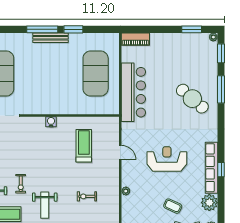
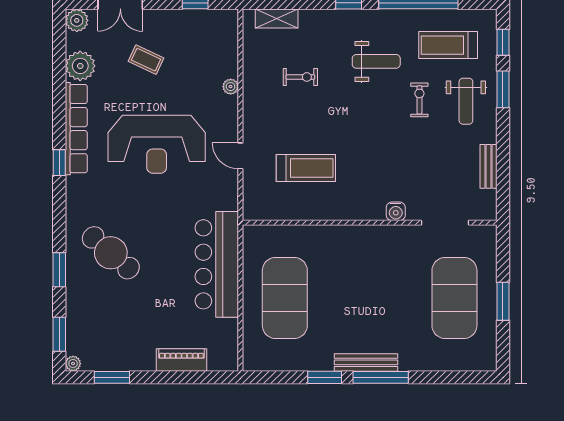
piano: (135, 39) -> (181, 360), moved
window: (221, 89) -> (59, 270), width x0.69
water cooler: (51, 122) -> (396, 211), moved
treadmill: (84, 146) -> (306, 168), turned -90
reception desk: (167, 159) -> (157, 144), width x1.36, depth x1.30
window: (221, 170) -> (59, 163), moved
weight bench: (45, 205) -> (376, 61), turned 90

